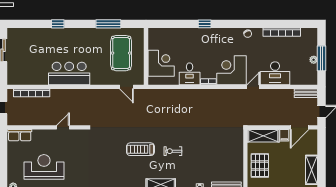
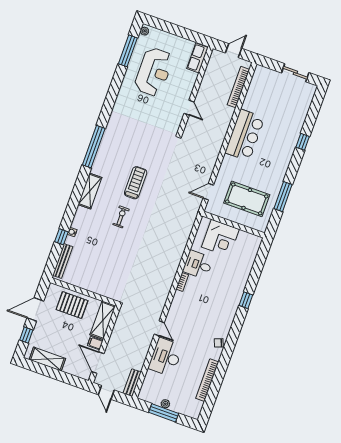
corner desk: (232, 70) -> (186, 311), removed

